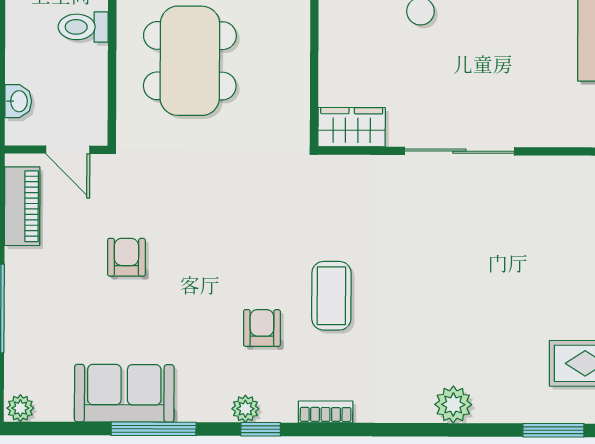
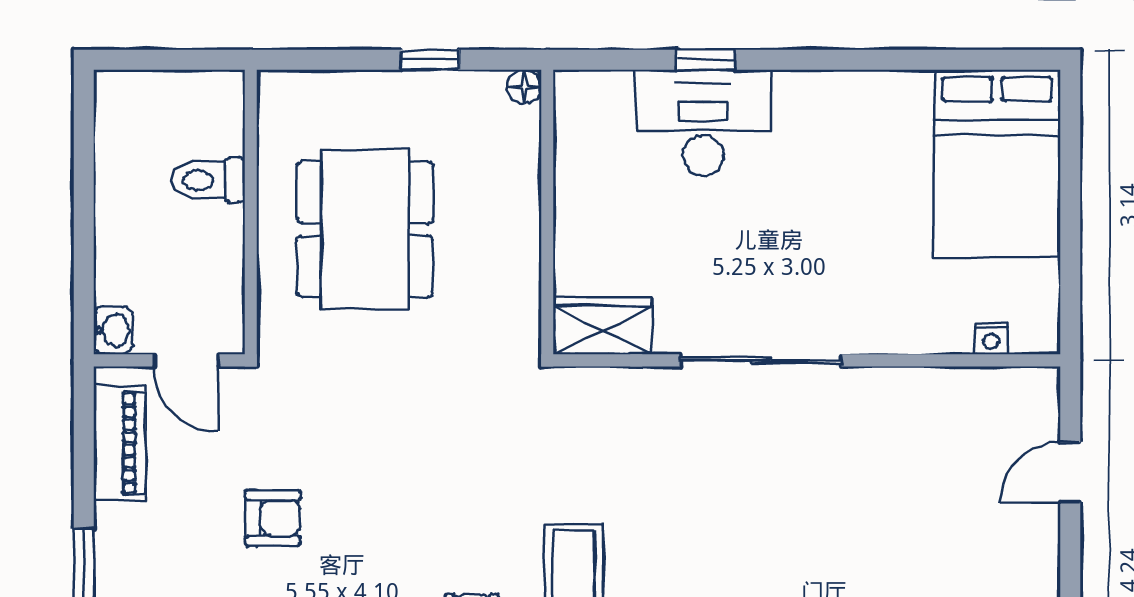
washbasin: (18, 101) -> (113, 330), moved
armchair: (126, 257) -> (273, 518), turned 90

